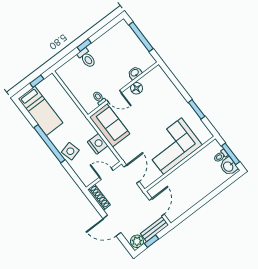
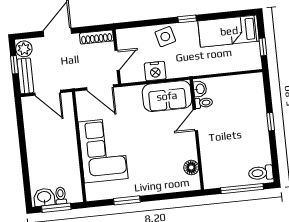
toilet: (87, 58) -> (261, 173), moved
washbasin: (135, 73) -> (200, 89), moved
floor lamp: (137, 88) -> (191, 168), moved
window: (49, 144) -> (187, 19), width x0.32

